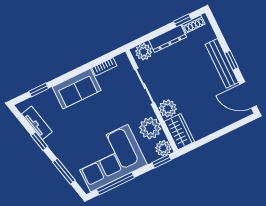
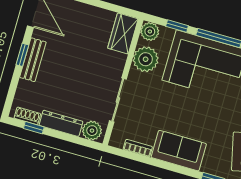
bench: (222, 63) -> (33, 60), width x0.73
plant: (168, 108) -> (115, 63), removed
window: (162, 161) -> (177, 26), moved

